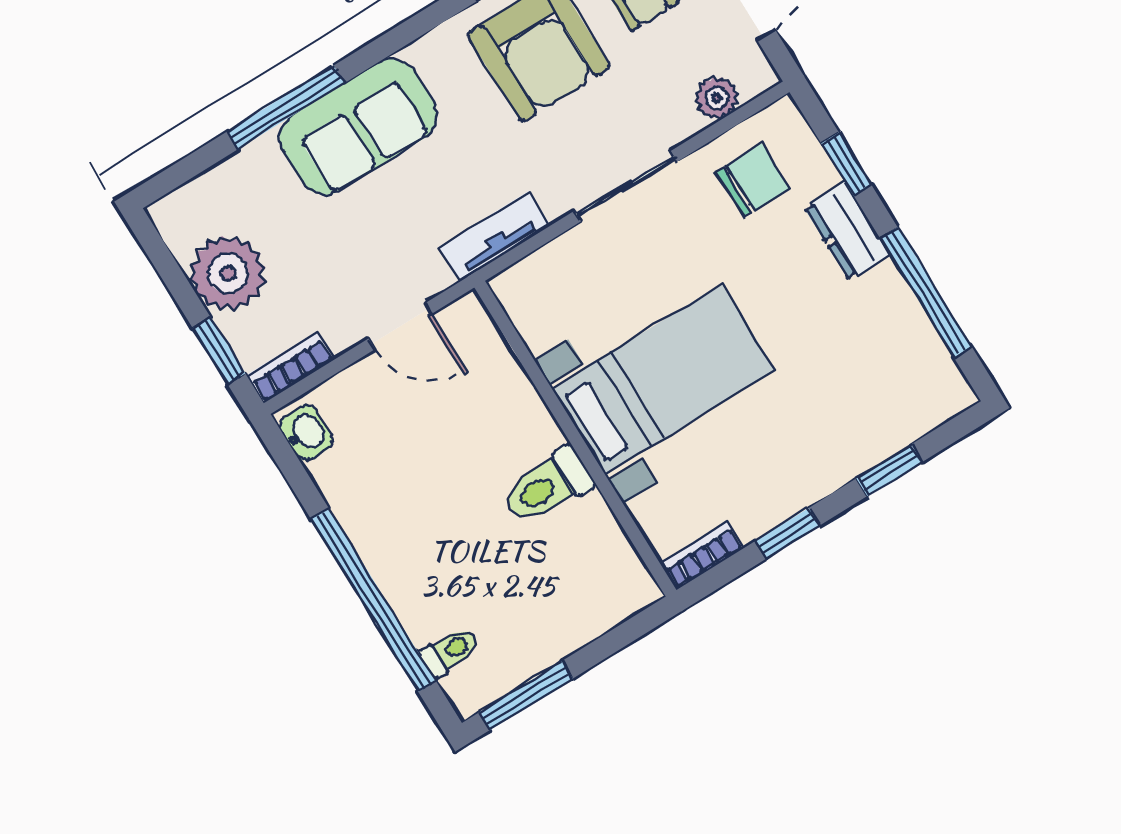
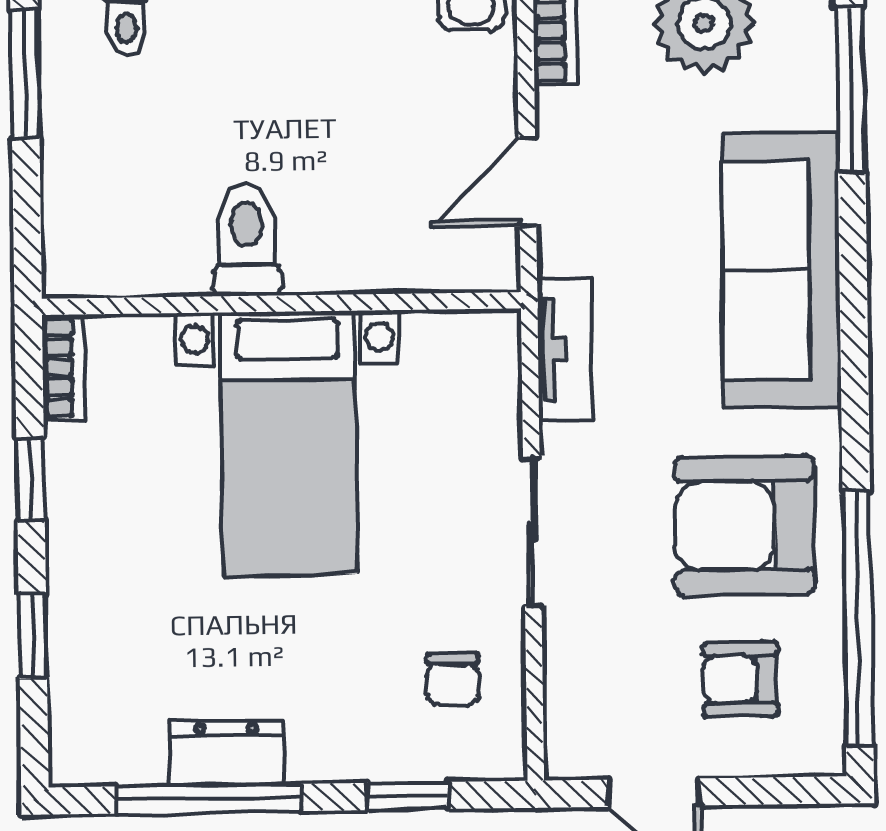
plant: (717, 98) -> (571, 695), removed
window: (286, 107) -> (851, 90), moved
sofa: (358, 127) -> (781, 270), width x1.36
chair: (753, 180) -> (453, 679), width x0.73, depth x0.73
dresser: (847, 231) -> (226, 753), moved

